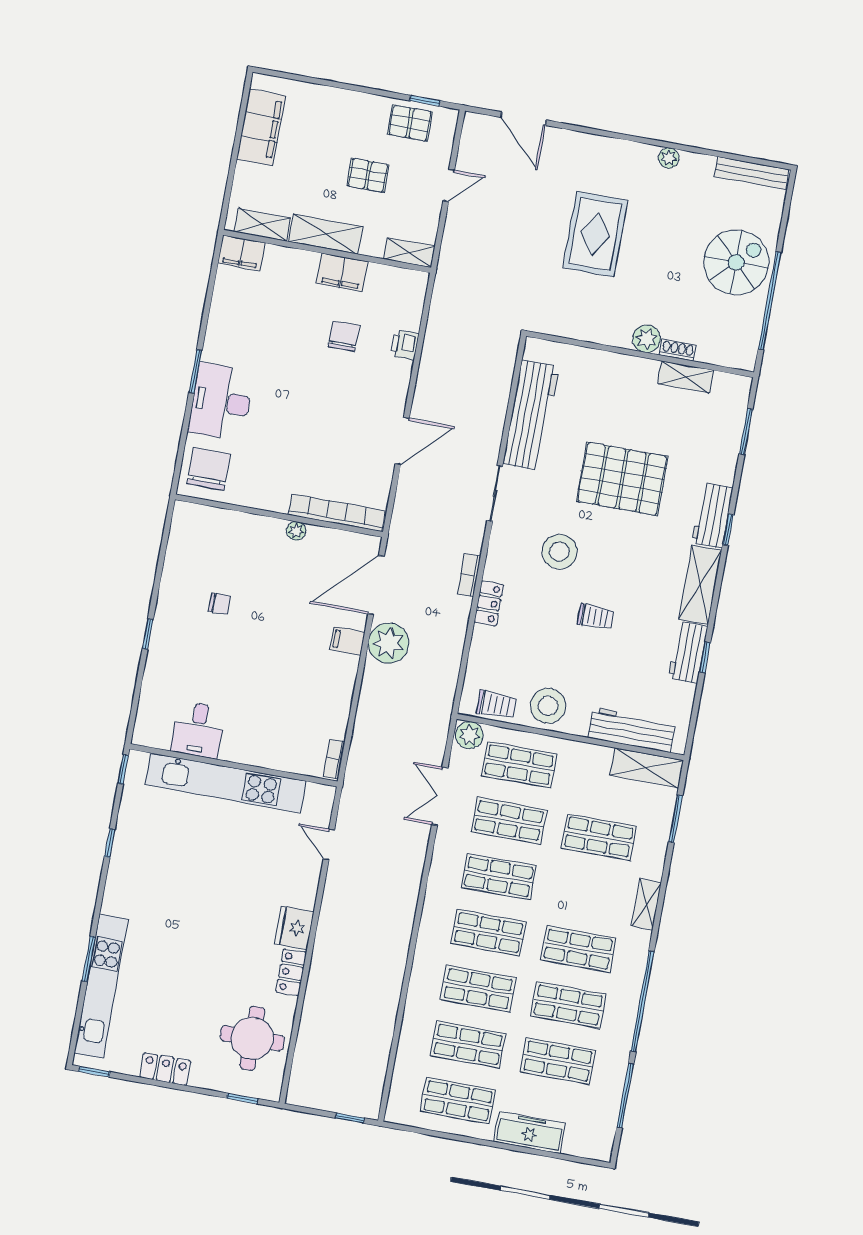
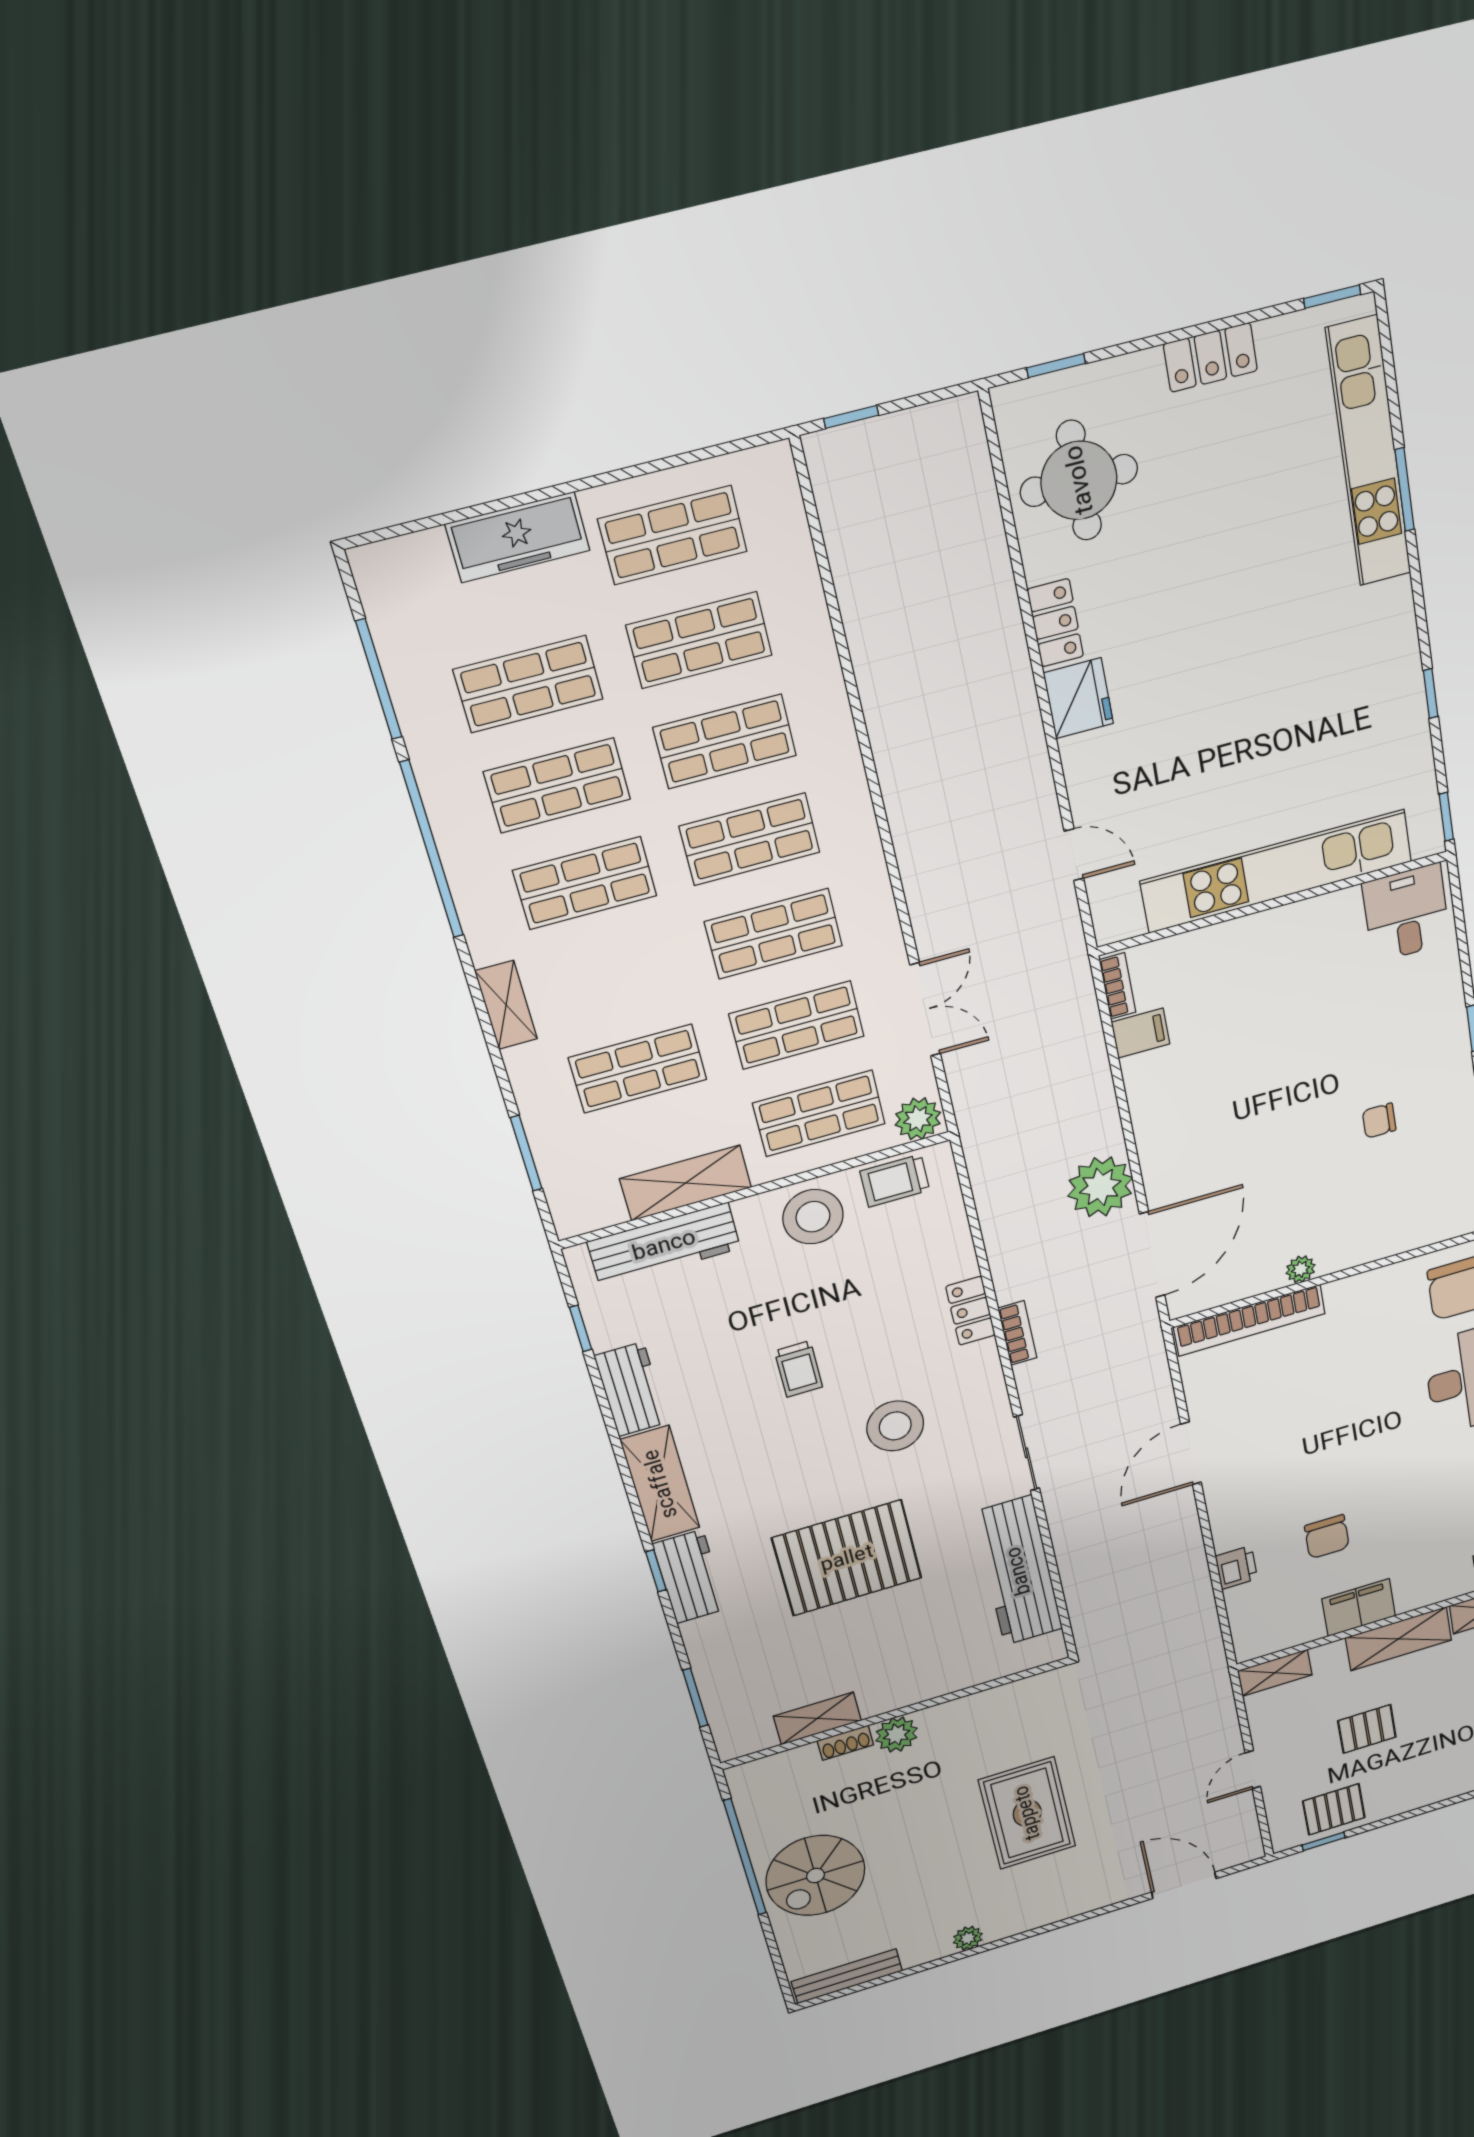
trolley: (596, 617) -> (799, 1369), turned -90
filing cabinet: (347, 641) -> (1141, 1033), moved
window: (705, 657) -> (581, 1328), moved
desk: (198, 730) -> (1406, 913), moved
shelving: (646, 768) -> (686, 1183), moved

